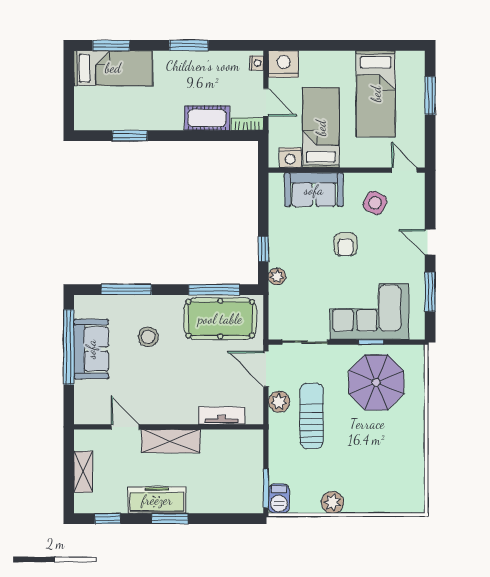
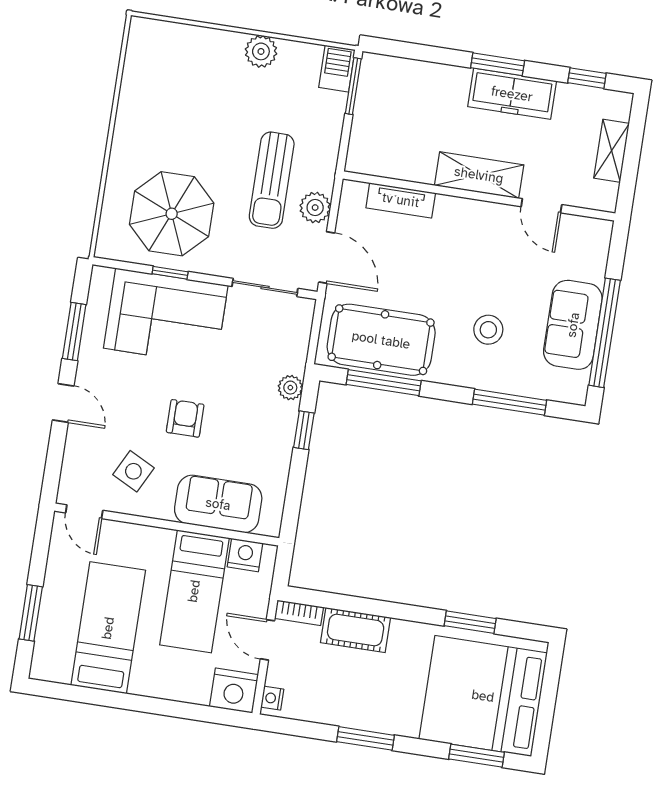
bed: (113, 68) -> (483, 696), width x2.04

